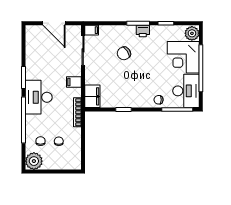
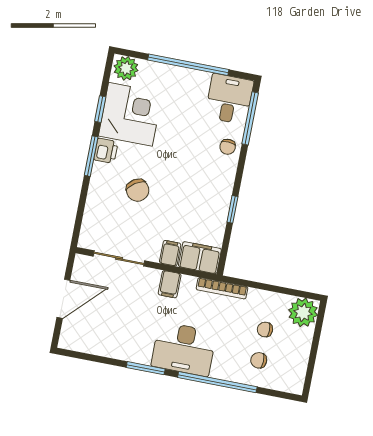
filing cabinet: (92, 30) -> (170, 253), moved
corner desk: (183, 57) -> (130, 114), moved, turned -90
desk: (186, 91) -> (229, 99), width x0.73
plant: (34, 161) -> (303, 312), moved

